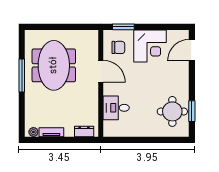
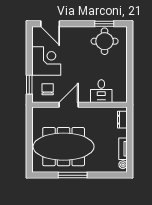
meeting table: (54, 65) -> (64, 147), width x1.36

